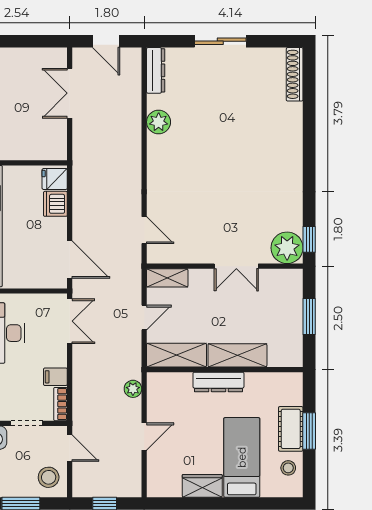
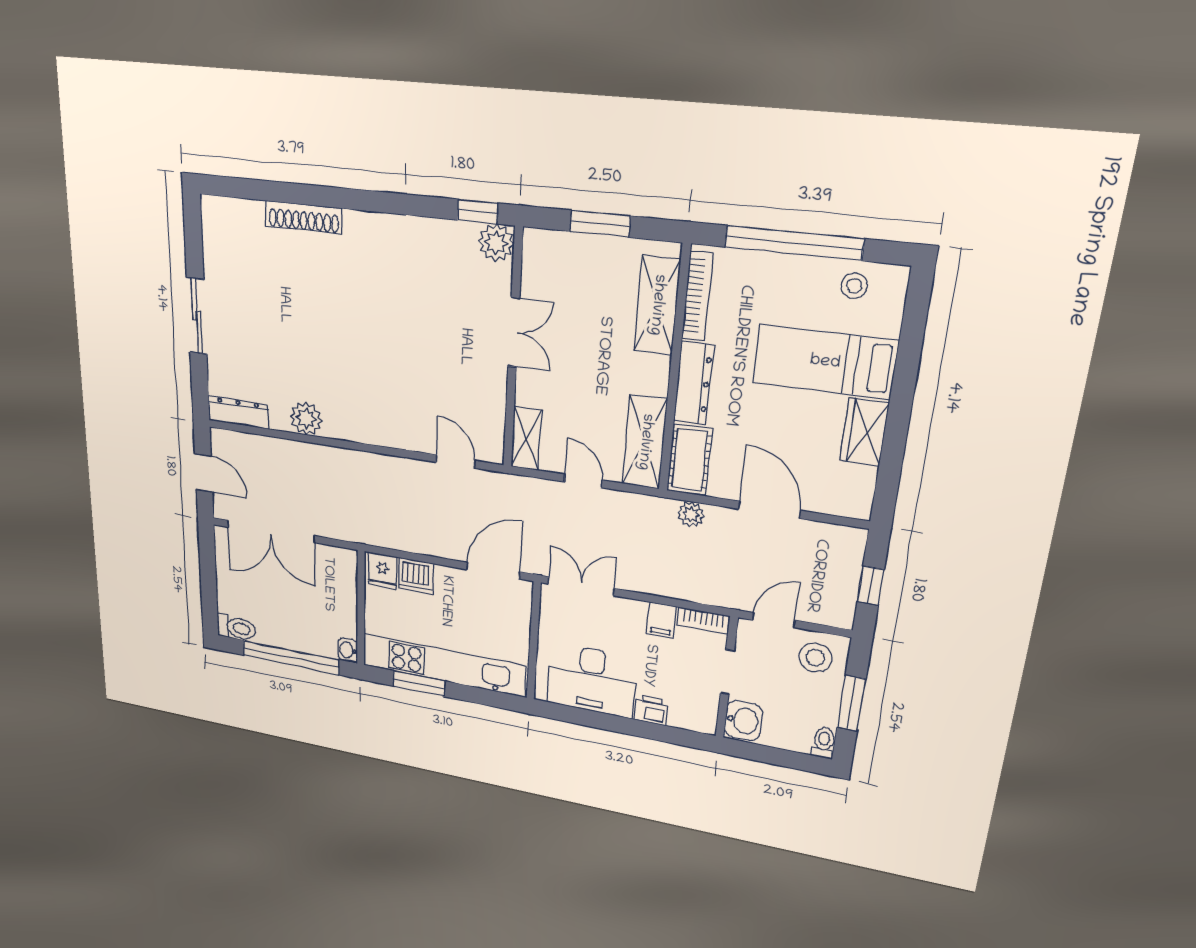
door: (106, 41) -> (204, 473), hinge flipped
shoe rack: (295, 74) -> (304, 217), moved
double door: (70, 93) -> (271, 531), width x1.37
door: (144, 230) -> (455, 461), hinge flipped
plant: (287, 248) -> (496, 243), width x0.73, depth x0.73
shelving: (237, 355) -> (657, 305), moved
bookcase: (272, 379) -> (697, 296), added
cot: (291, 429) -> (689, 460), moved, turned 90
window: (309, 431) -> (794, 243), width x2.11
door: (144, 437) -> (769, 510), width x1.38

